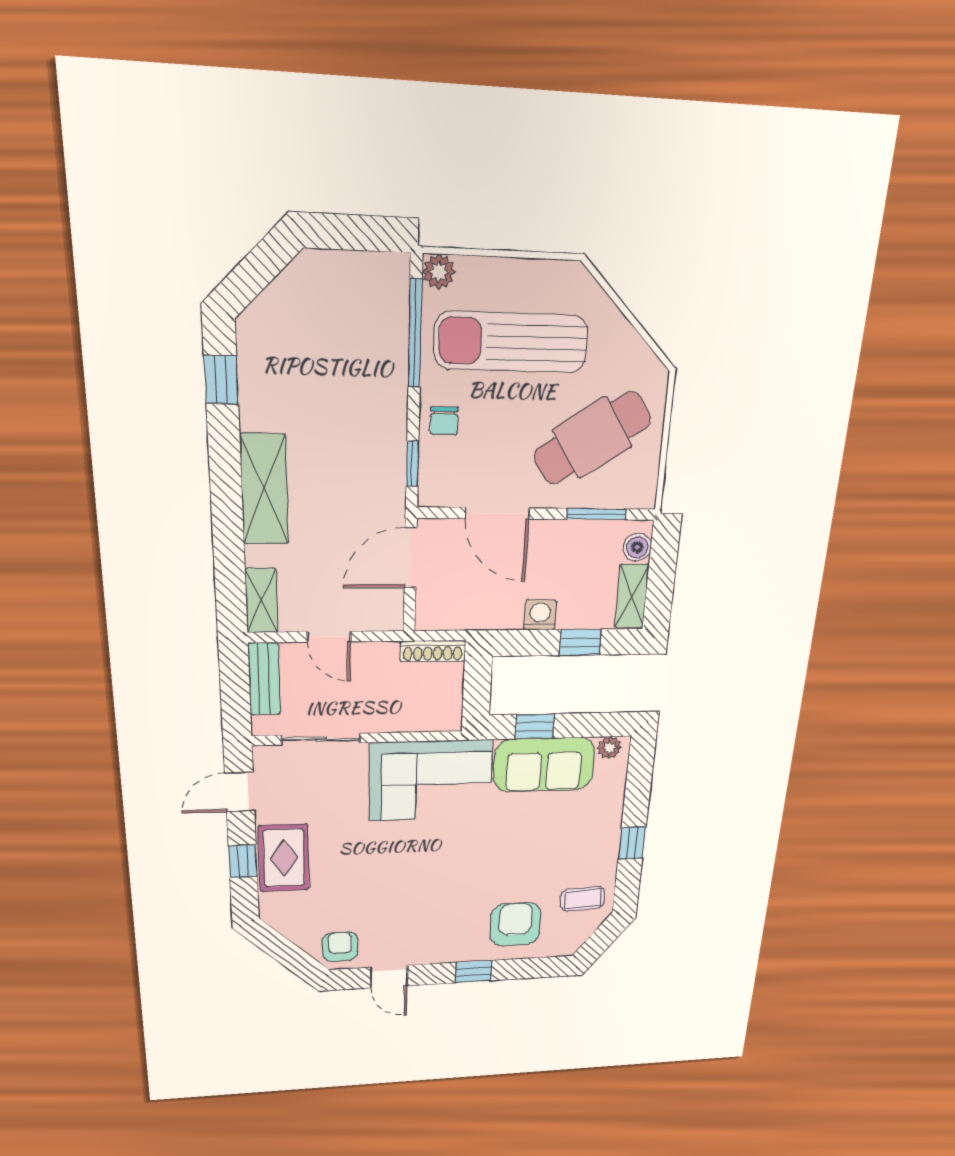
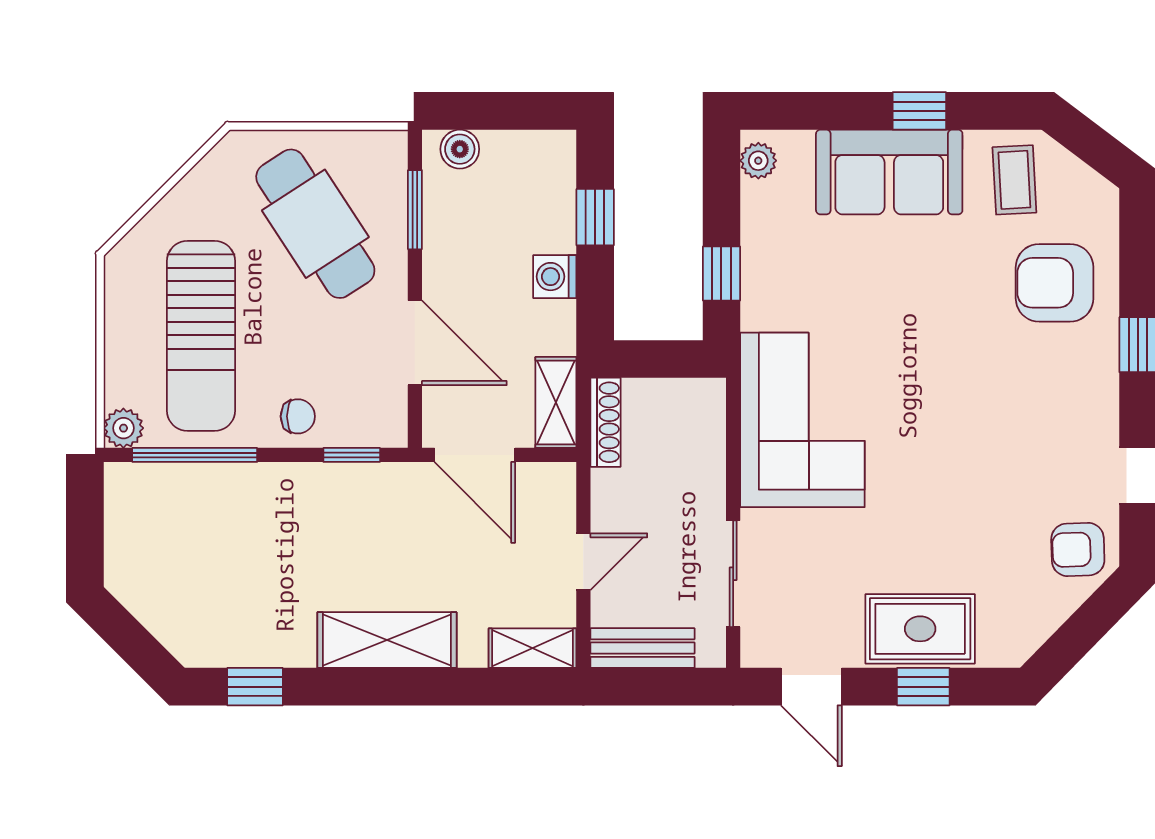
door: (497, 513) -> (415, 343), hinge flipped
shelving: (632, 596) -> (556, 402), moved, turned 90
sofa: (544, 765) -> (889, 172), moved, turned 90

